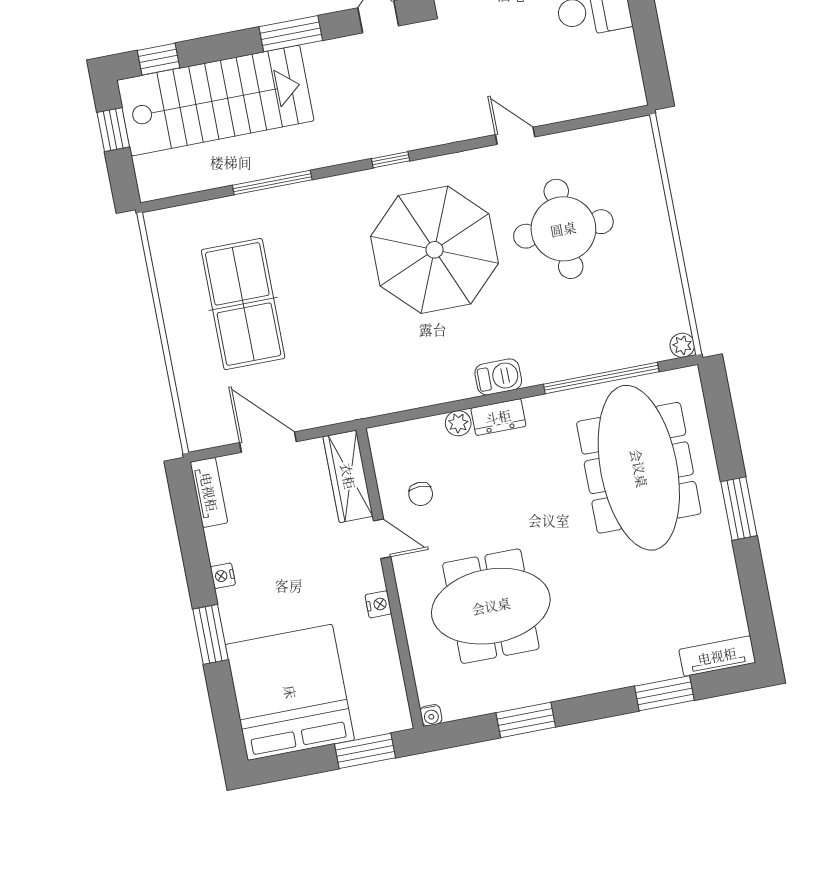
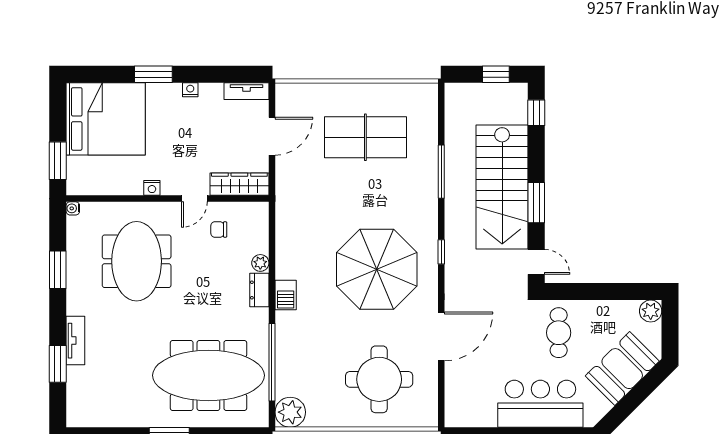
stairs: (215, 100) -> (502, 187), moved
door: (515, 136) -> (441, 336), width x1.88
round table: (563, 229) -> (379, 379), moved
plant: (682, 345) -> (290, 412), width x1.87, depth x1.87
tv unit: (717, 656) -> (75, 341), moved

